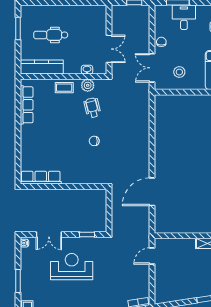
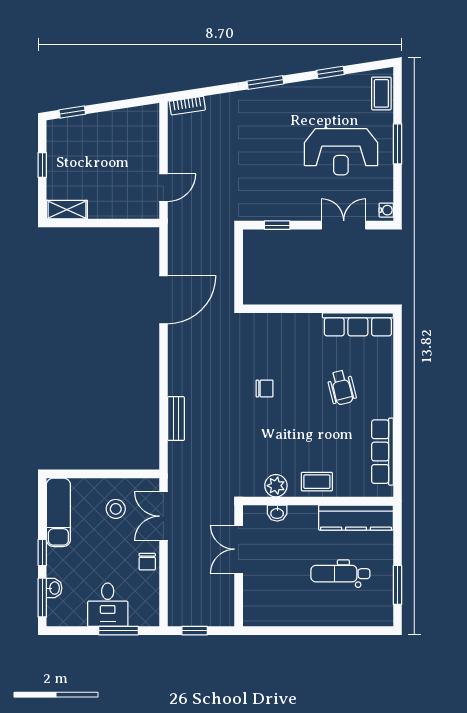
dental chair: (51, 35) -> (340, 574), turned 180
double door: (152, 68) -> (163, 516), swing flipped
wheelchair: (92, 108) -> (342, 387), moved
bench: (145, 124) -> (176, 419), added
reception desk: (72, 267) -> (341, 152), moved

